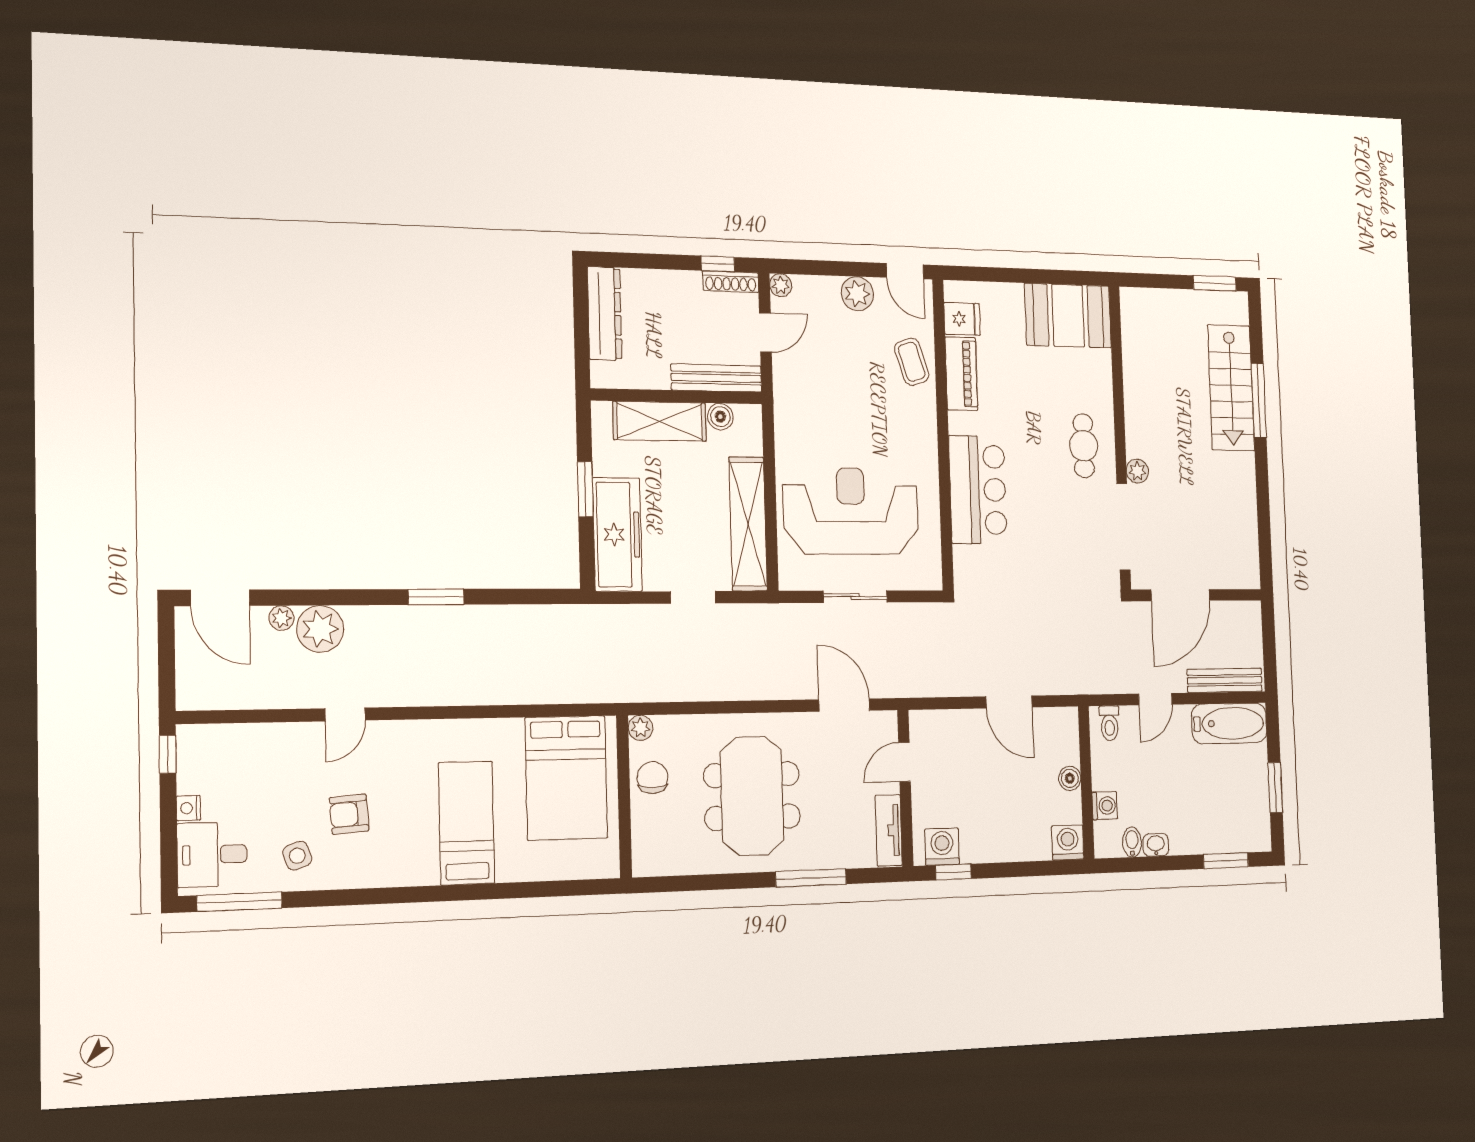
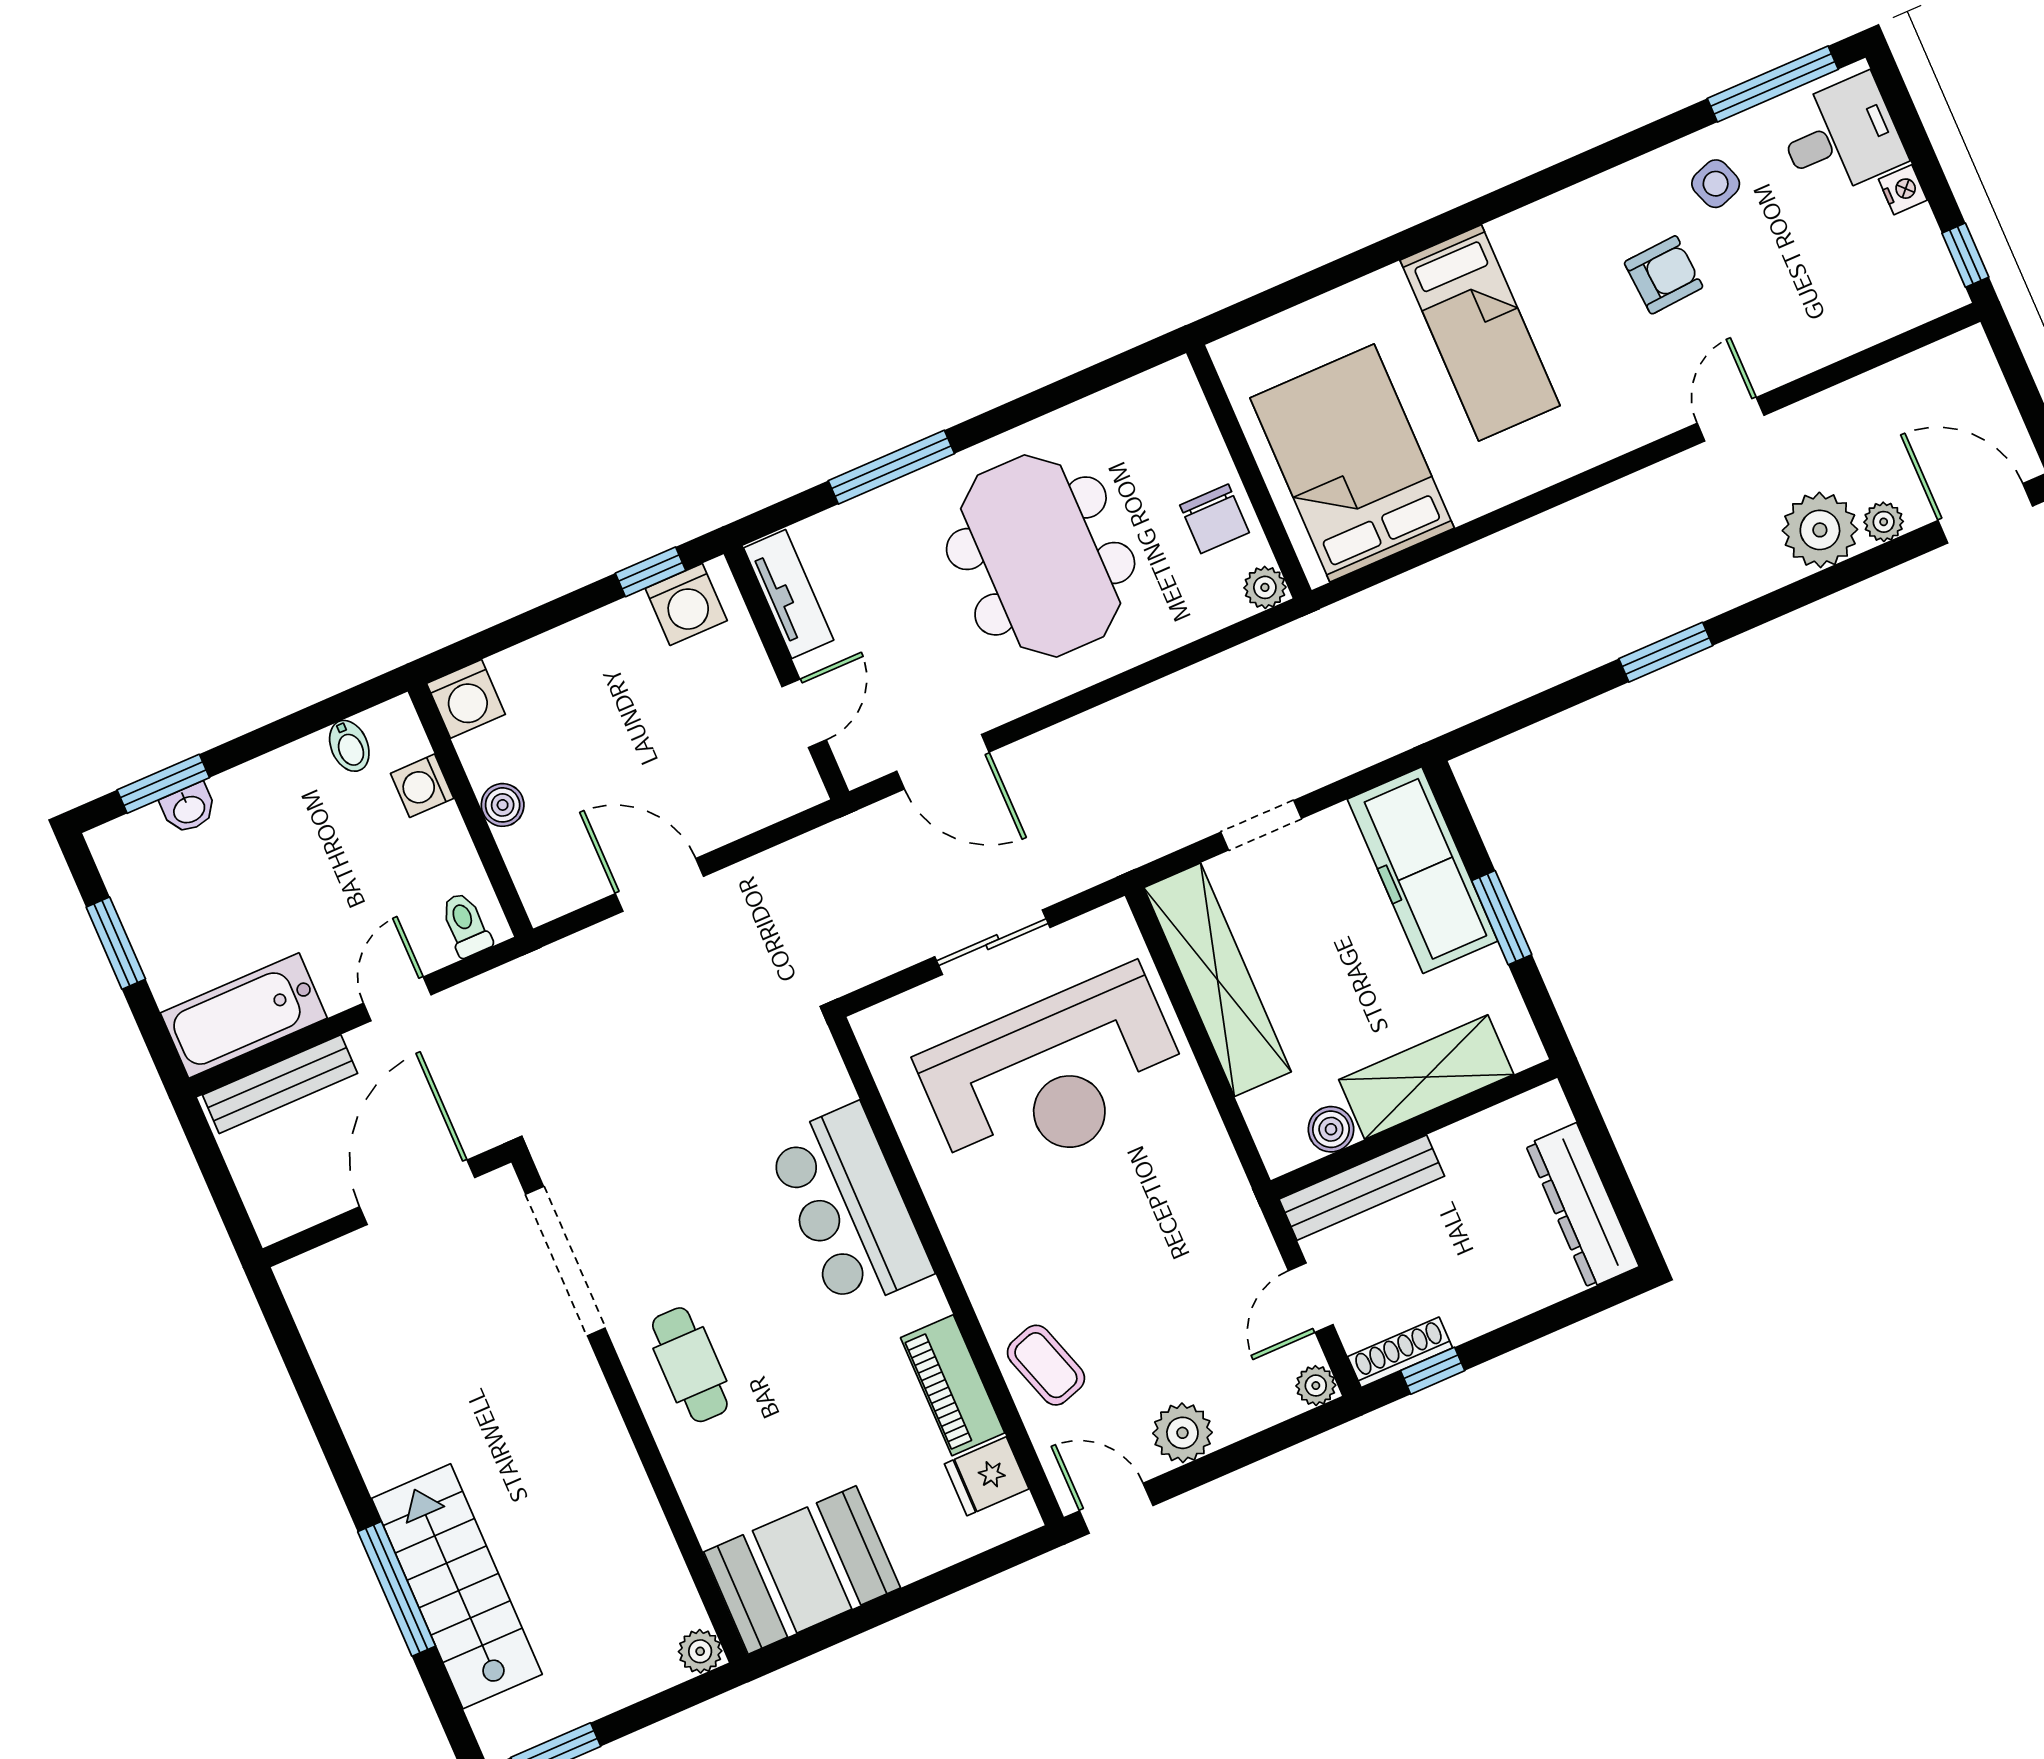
plant: (1137, 471) -> (700, 1651), moved
washbasin: (1156, 845) -> (189, 809), moved

